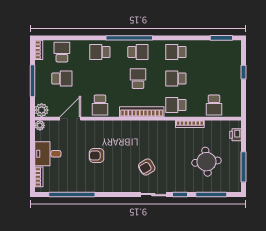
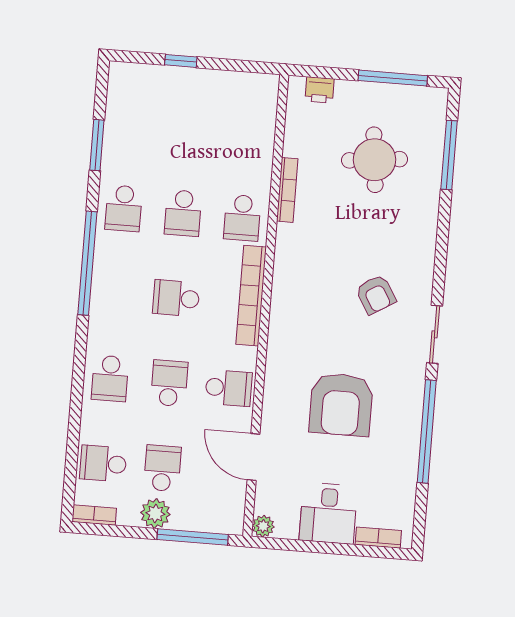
window: (129, 38) -> (87, 263), moved
window: (221, 38) -> (97, 145), moved
school desk: (138, 52) -> (169, 383), moved
window: (32, 81) -> (193, 537), moved
school desk: (214, 105) -> (249, 133), removed
plant: (42, 110) -> (155, 513), moved
armchair: (97, 156) -> (341, 405), width x1.88, depth x1.88
window: (72, 195) -> (427, 431), moved
sliding door: (153, 195) -> (435, 334), moved
window: (180, 195) -> (443, 225), removed

